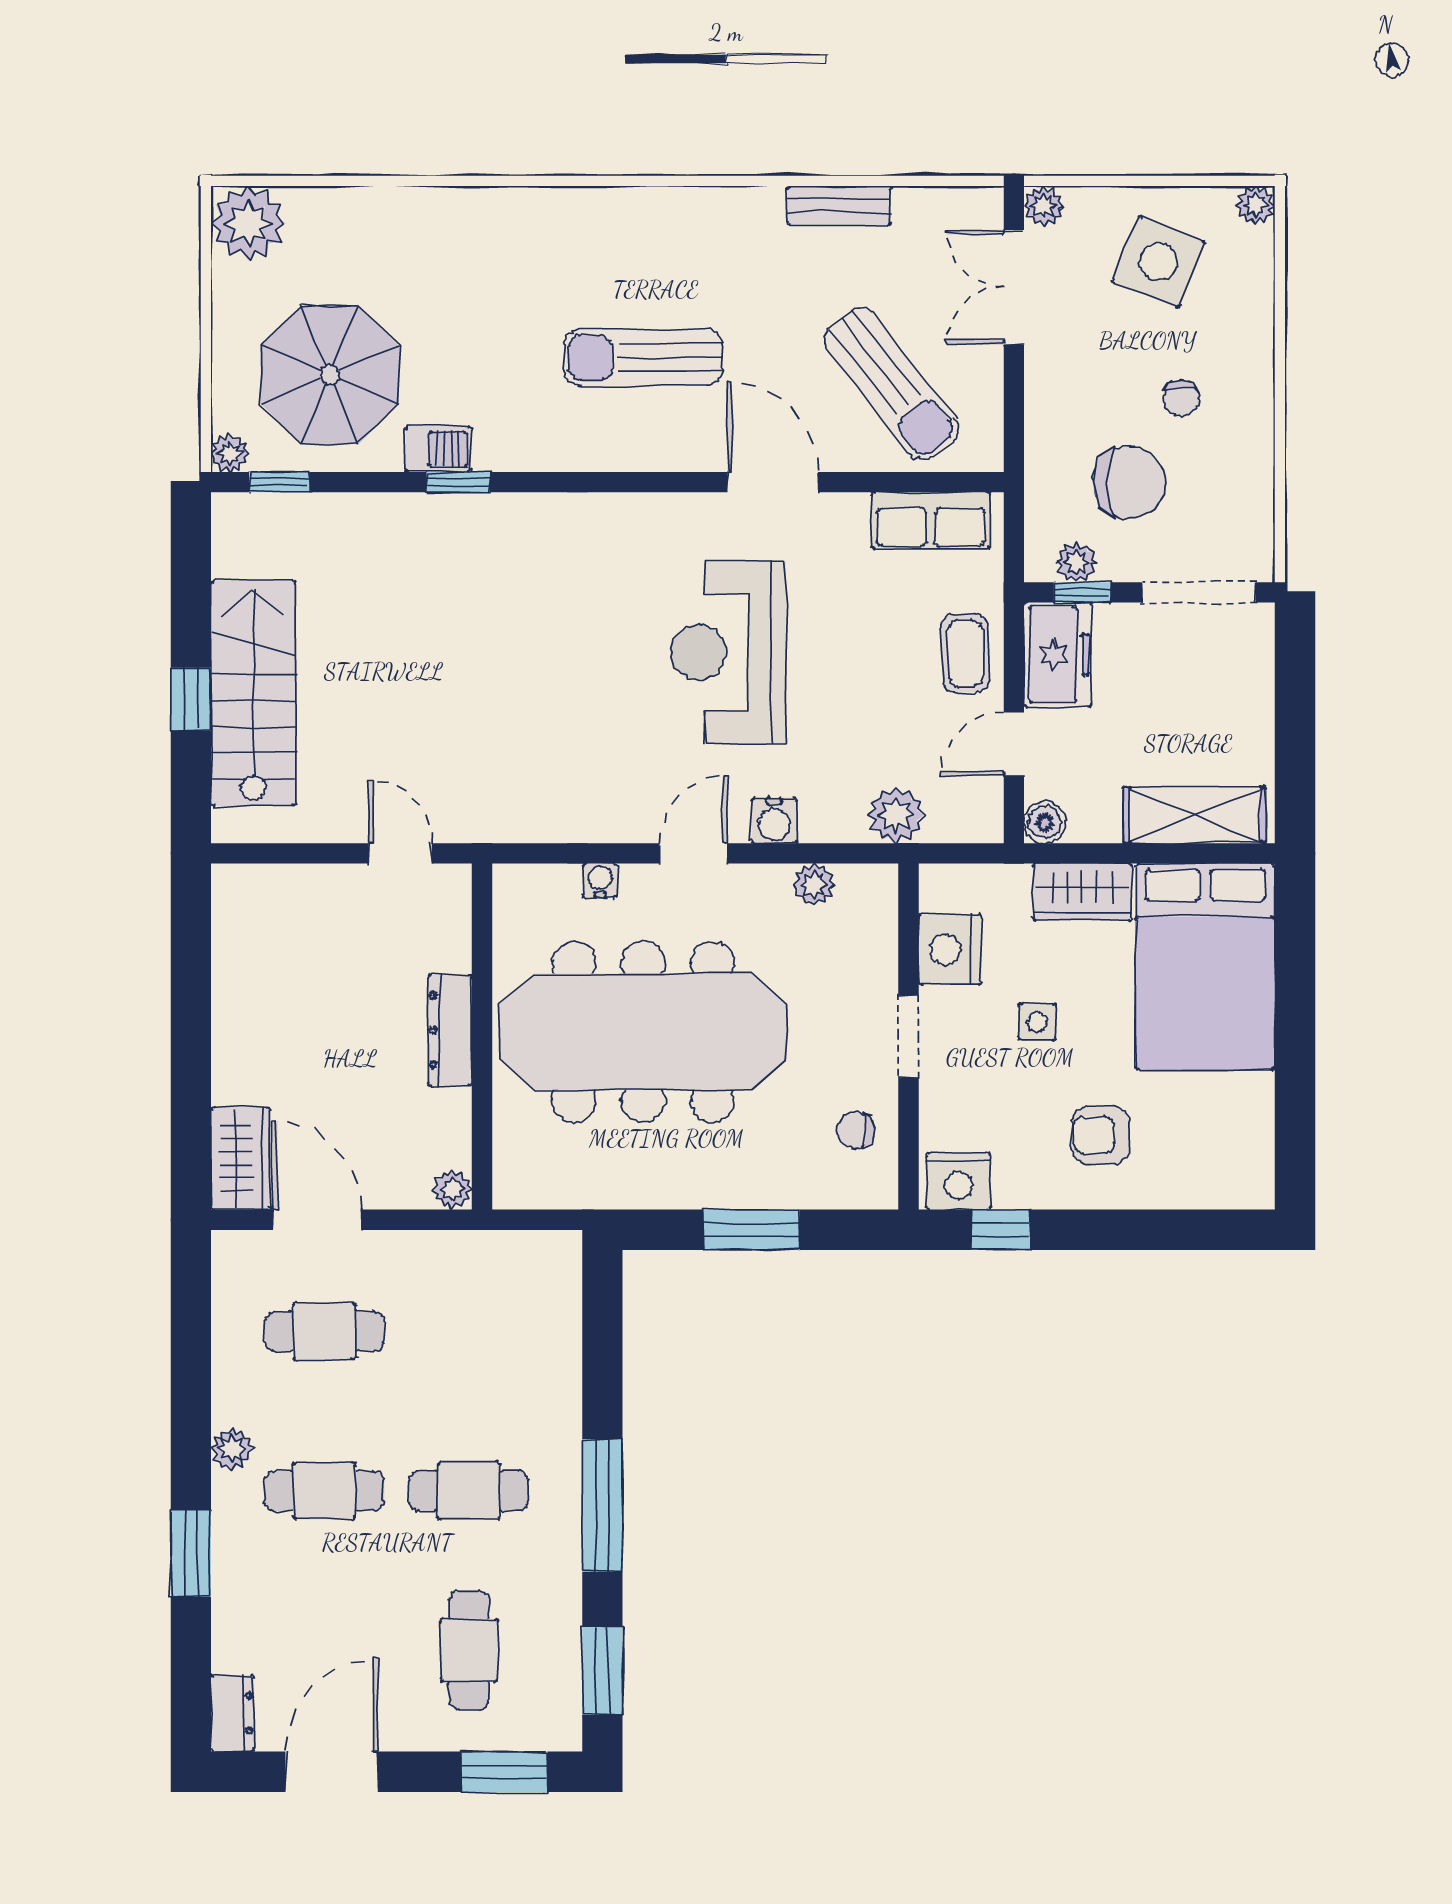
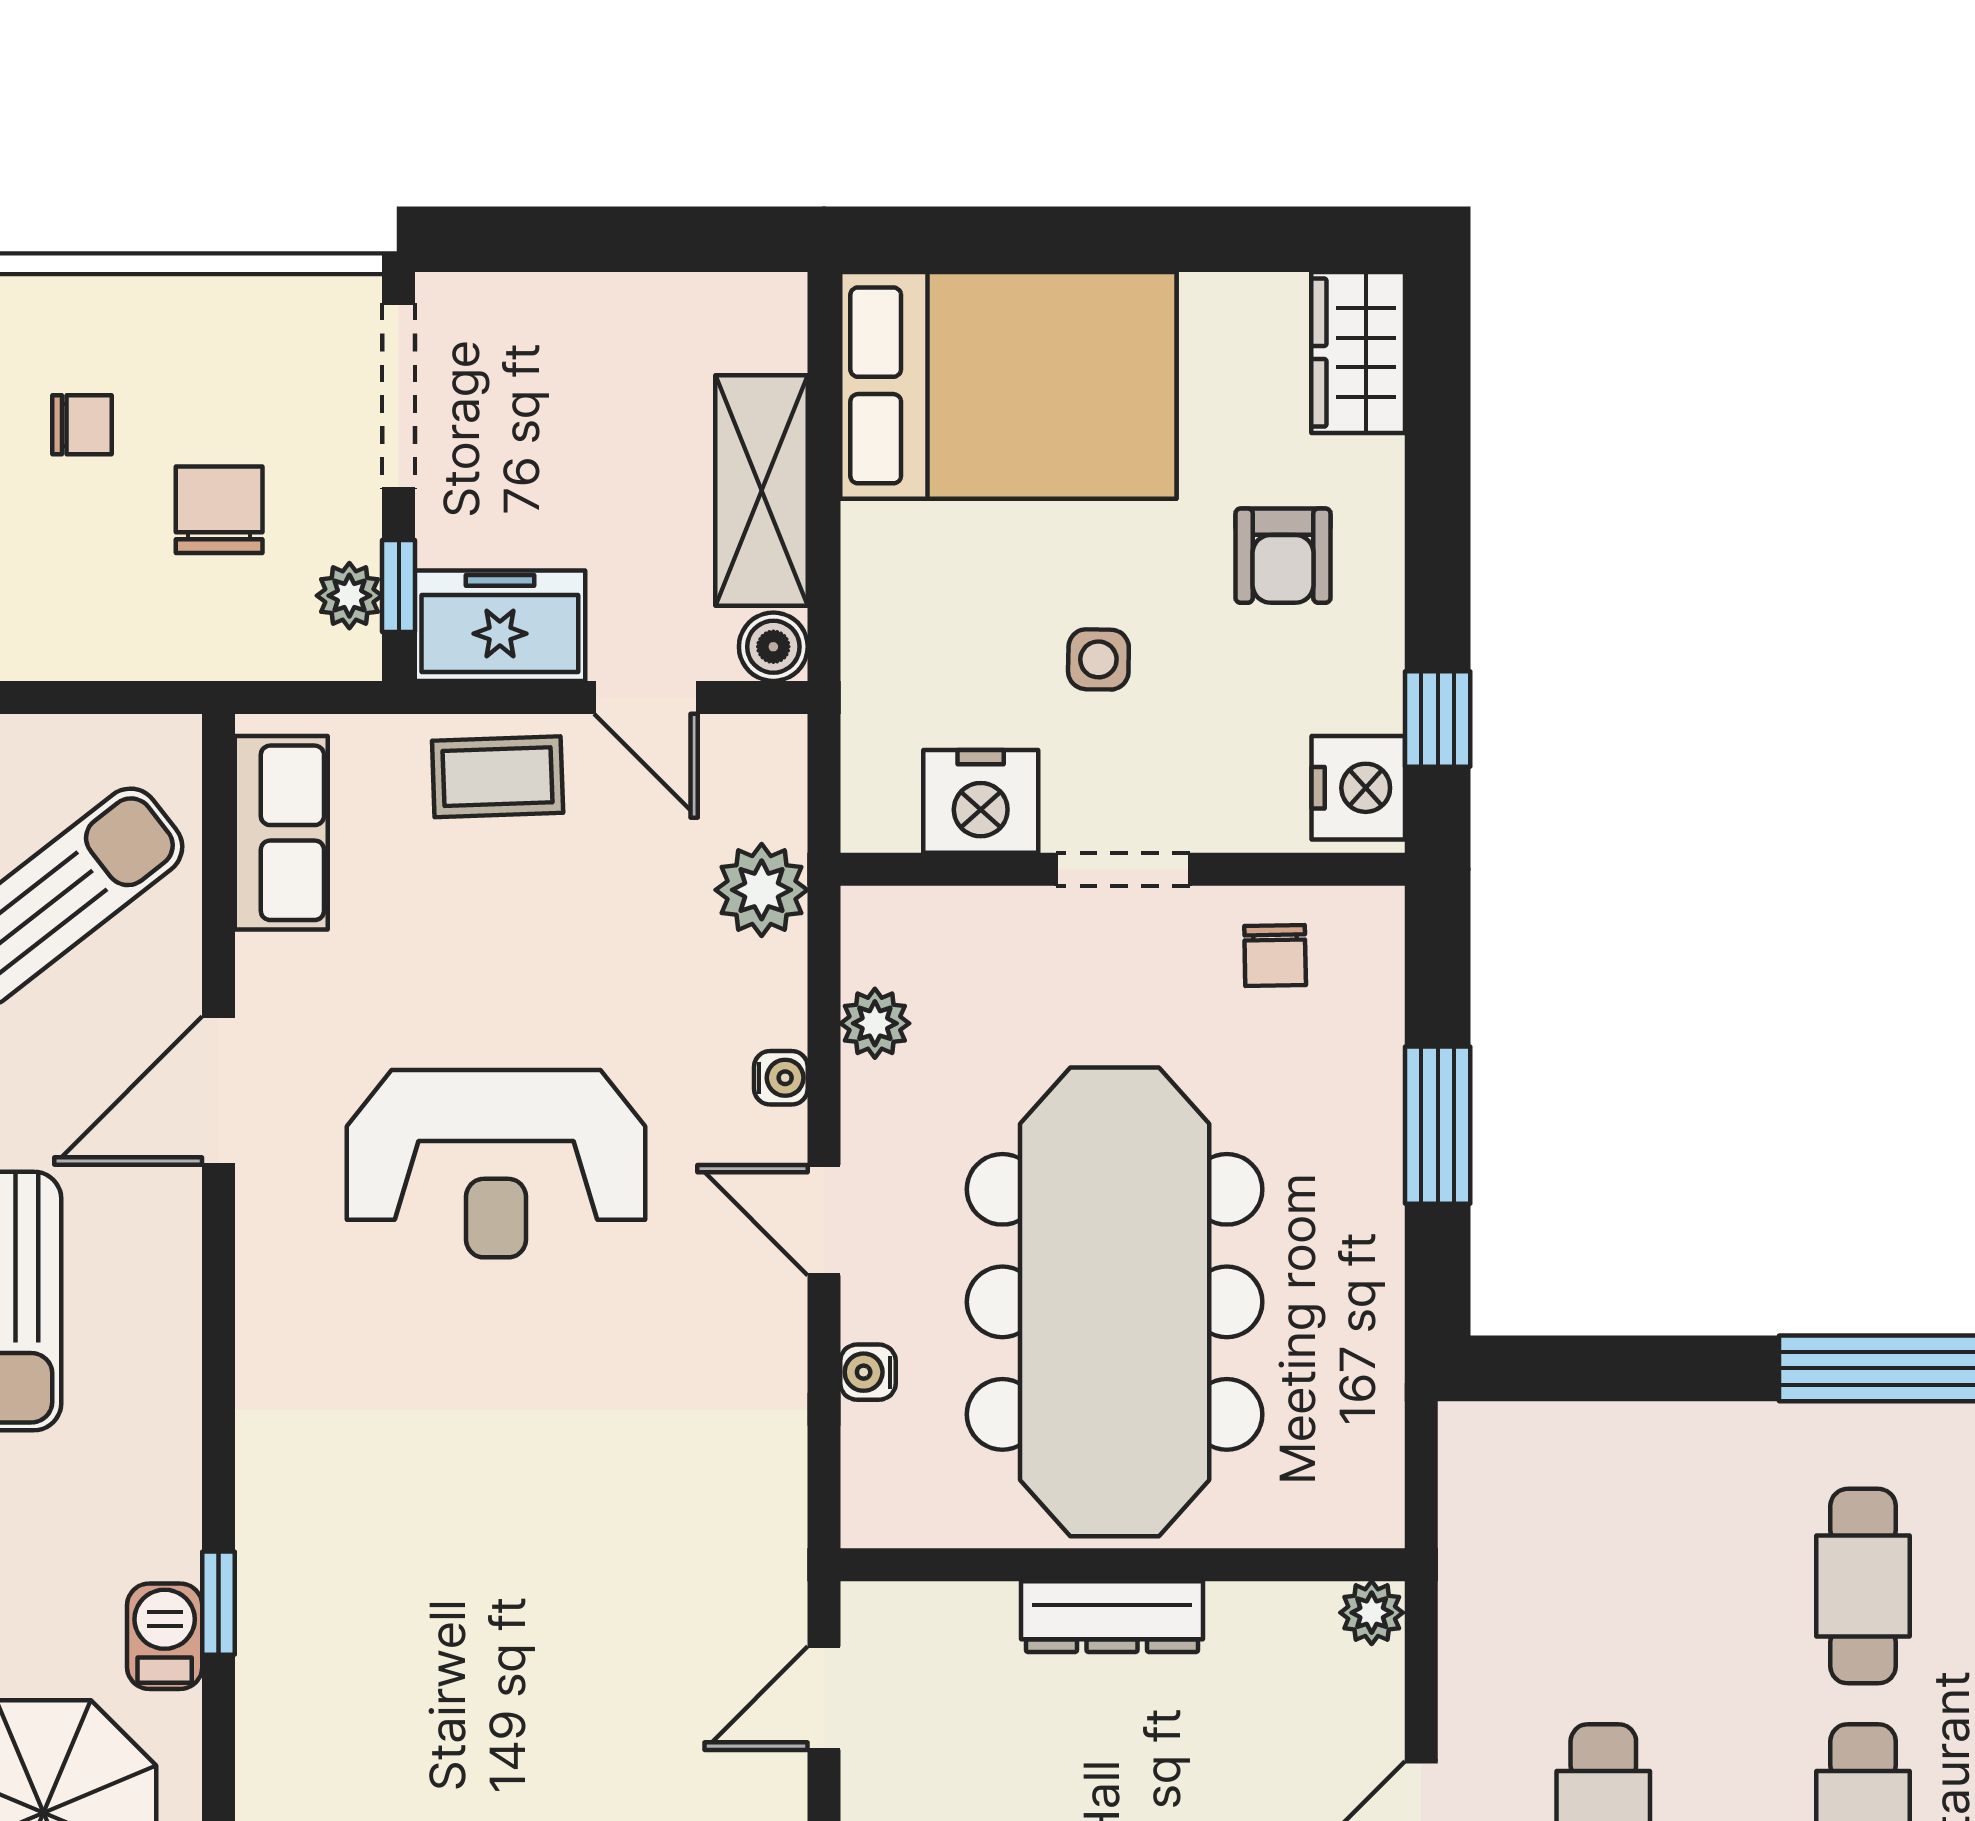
chair: (1129, 482) -> (219, 510), width x0.73, depth x0.73
shelving: (1195, 815) -> (761, 491), moved
water cooler: (774, 821) -> (781, 1078), width x0.72, depth x0.72
wardrobe: (1082, 892) -> (1358, 353), moved, turned 180

